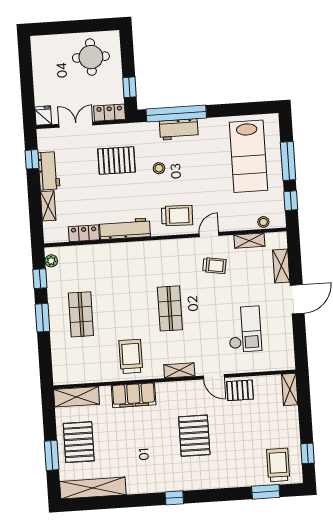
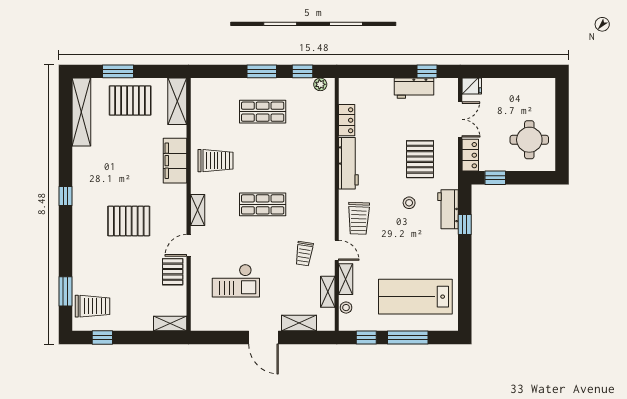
window: (176, 113) -> (465, 224), width x0.32
workbench: (179, 129) -> (448, 209), moved
shelving: (48, 206) -> (346, 279), moved, turned 90

